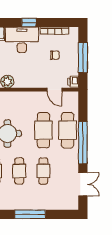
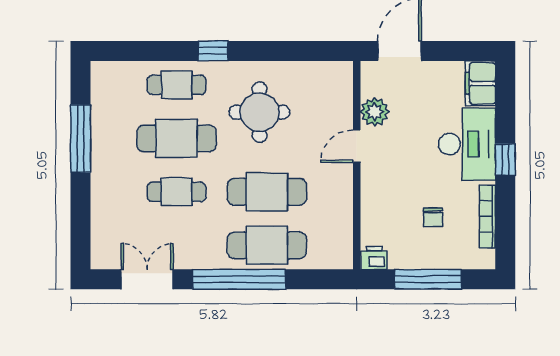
door: (54, 90) -> (357, 146), moved
cafe table: (19, 171) -> (177, 138), width x1.37, depth x1.35
double door: (83, 184) -> (147, 279), swing flipped
window: (30, 214) -> (81, 139), moved

